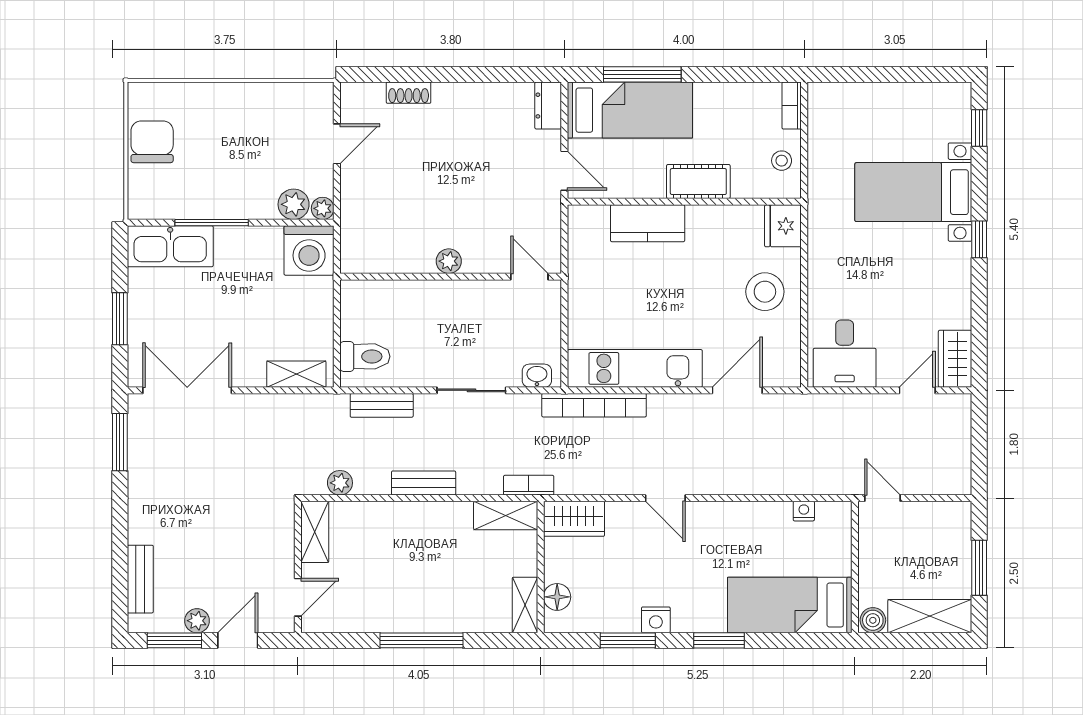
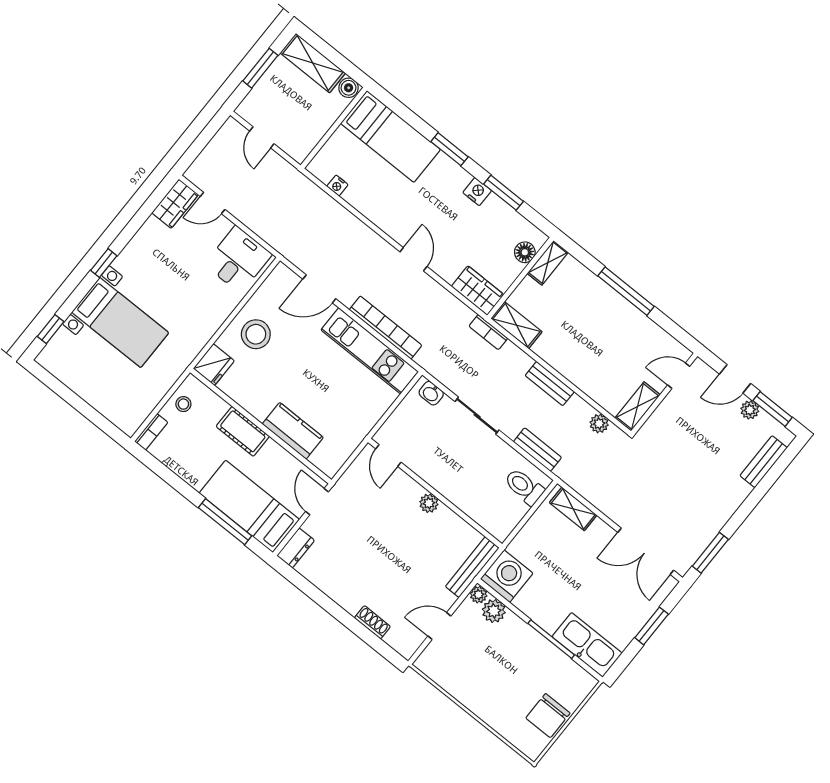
bench: (352, 231) -> (472, 567), added
bookcase: (594, 405) -> (386, 328), moved
door: (882, 498) -> (262, 137), moved

